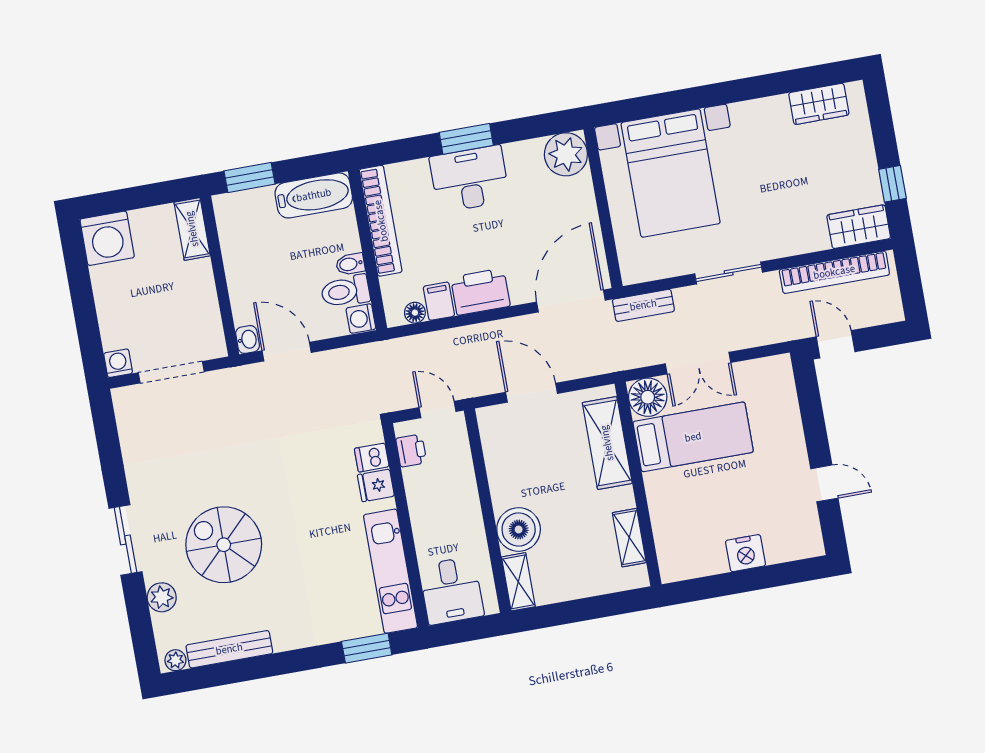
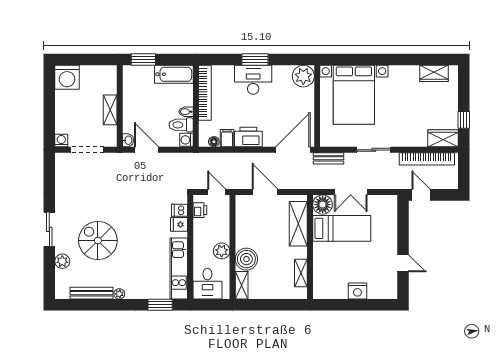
shelving: (192, 229) -> (110, 110), moved
plant: (468, 522) -> (222, 251), added
plant: (175, 660) -> (119, 294), moved

